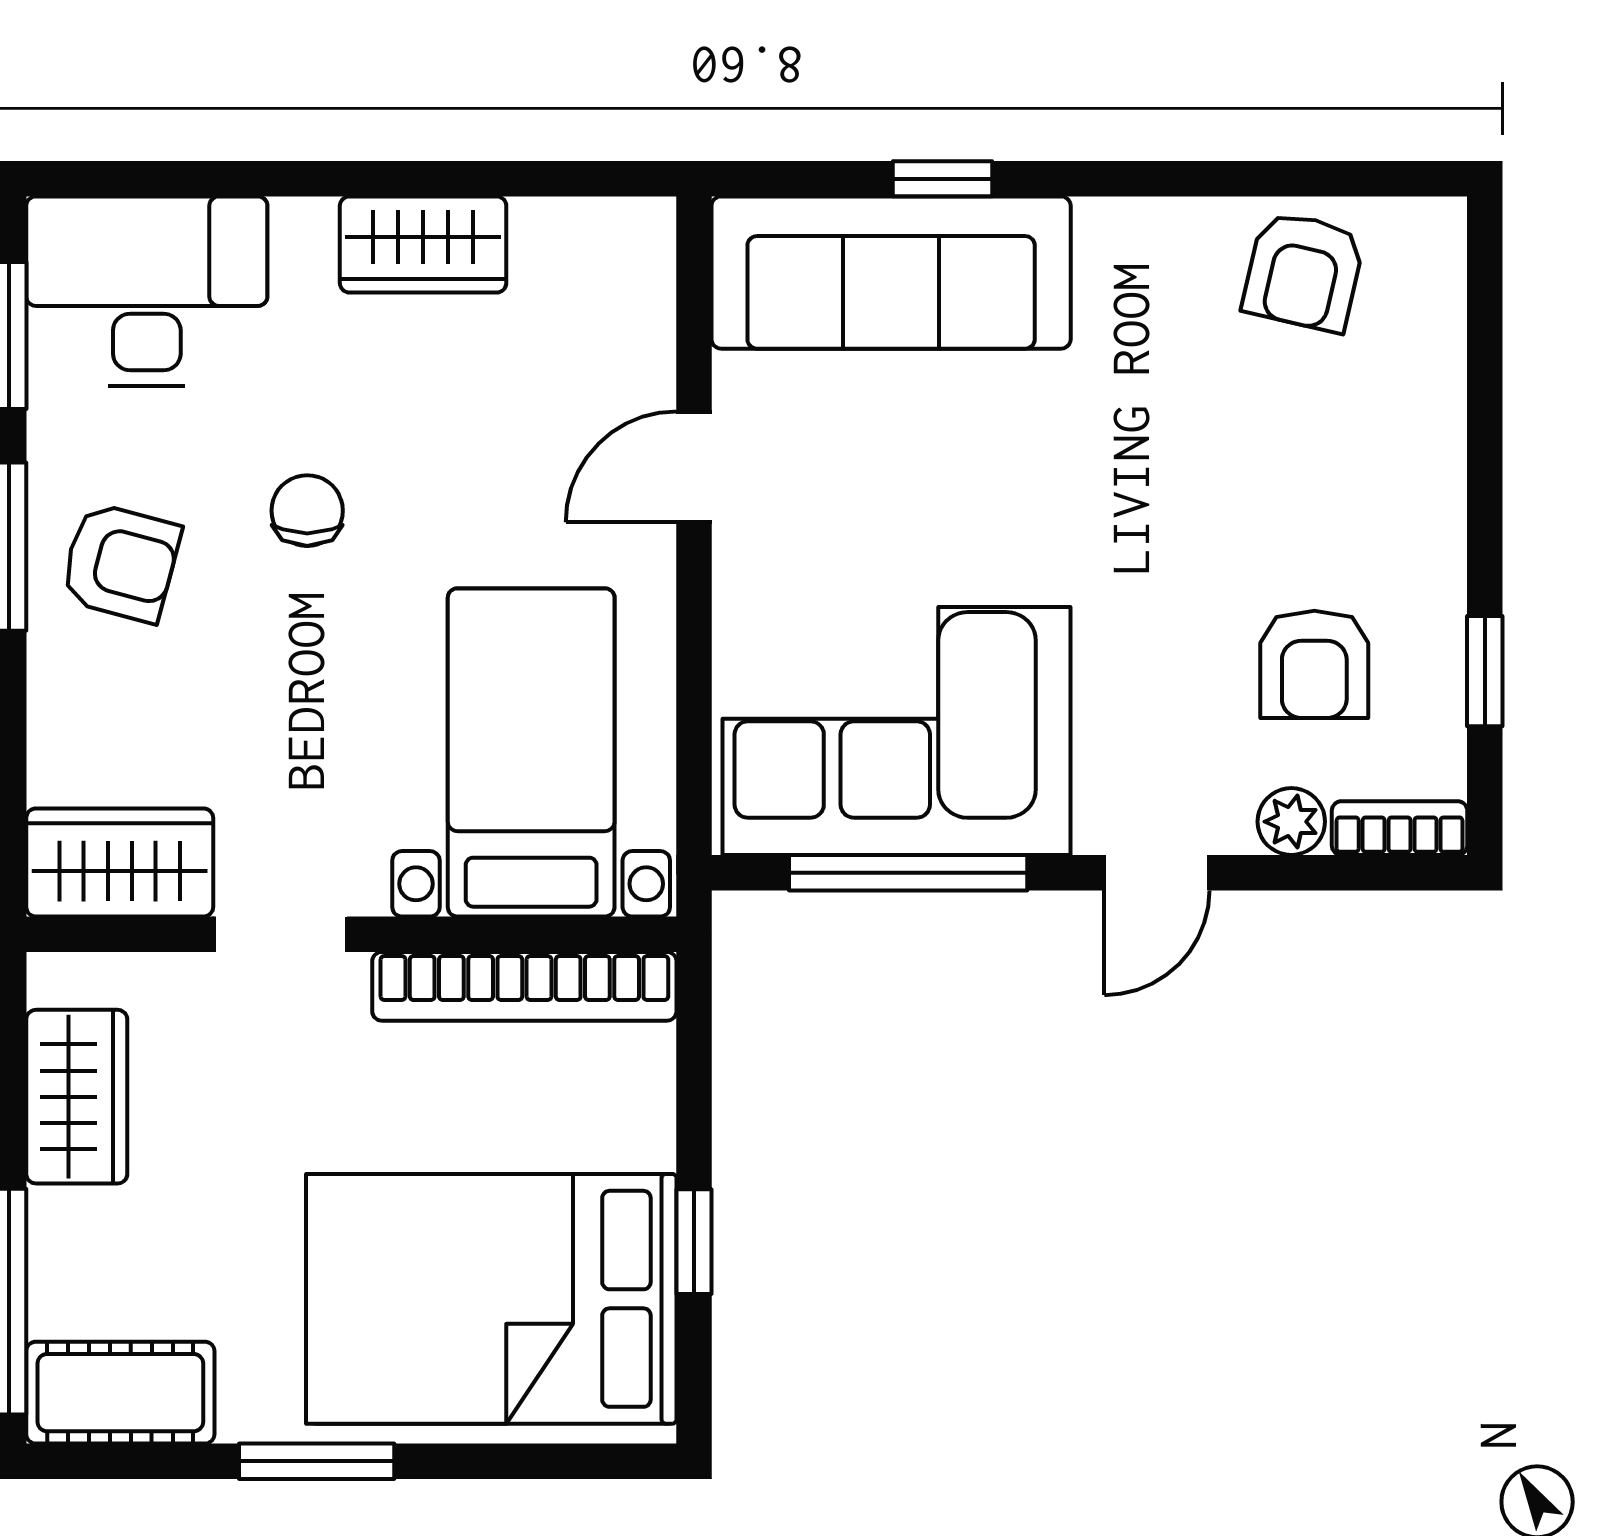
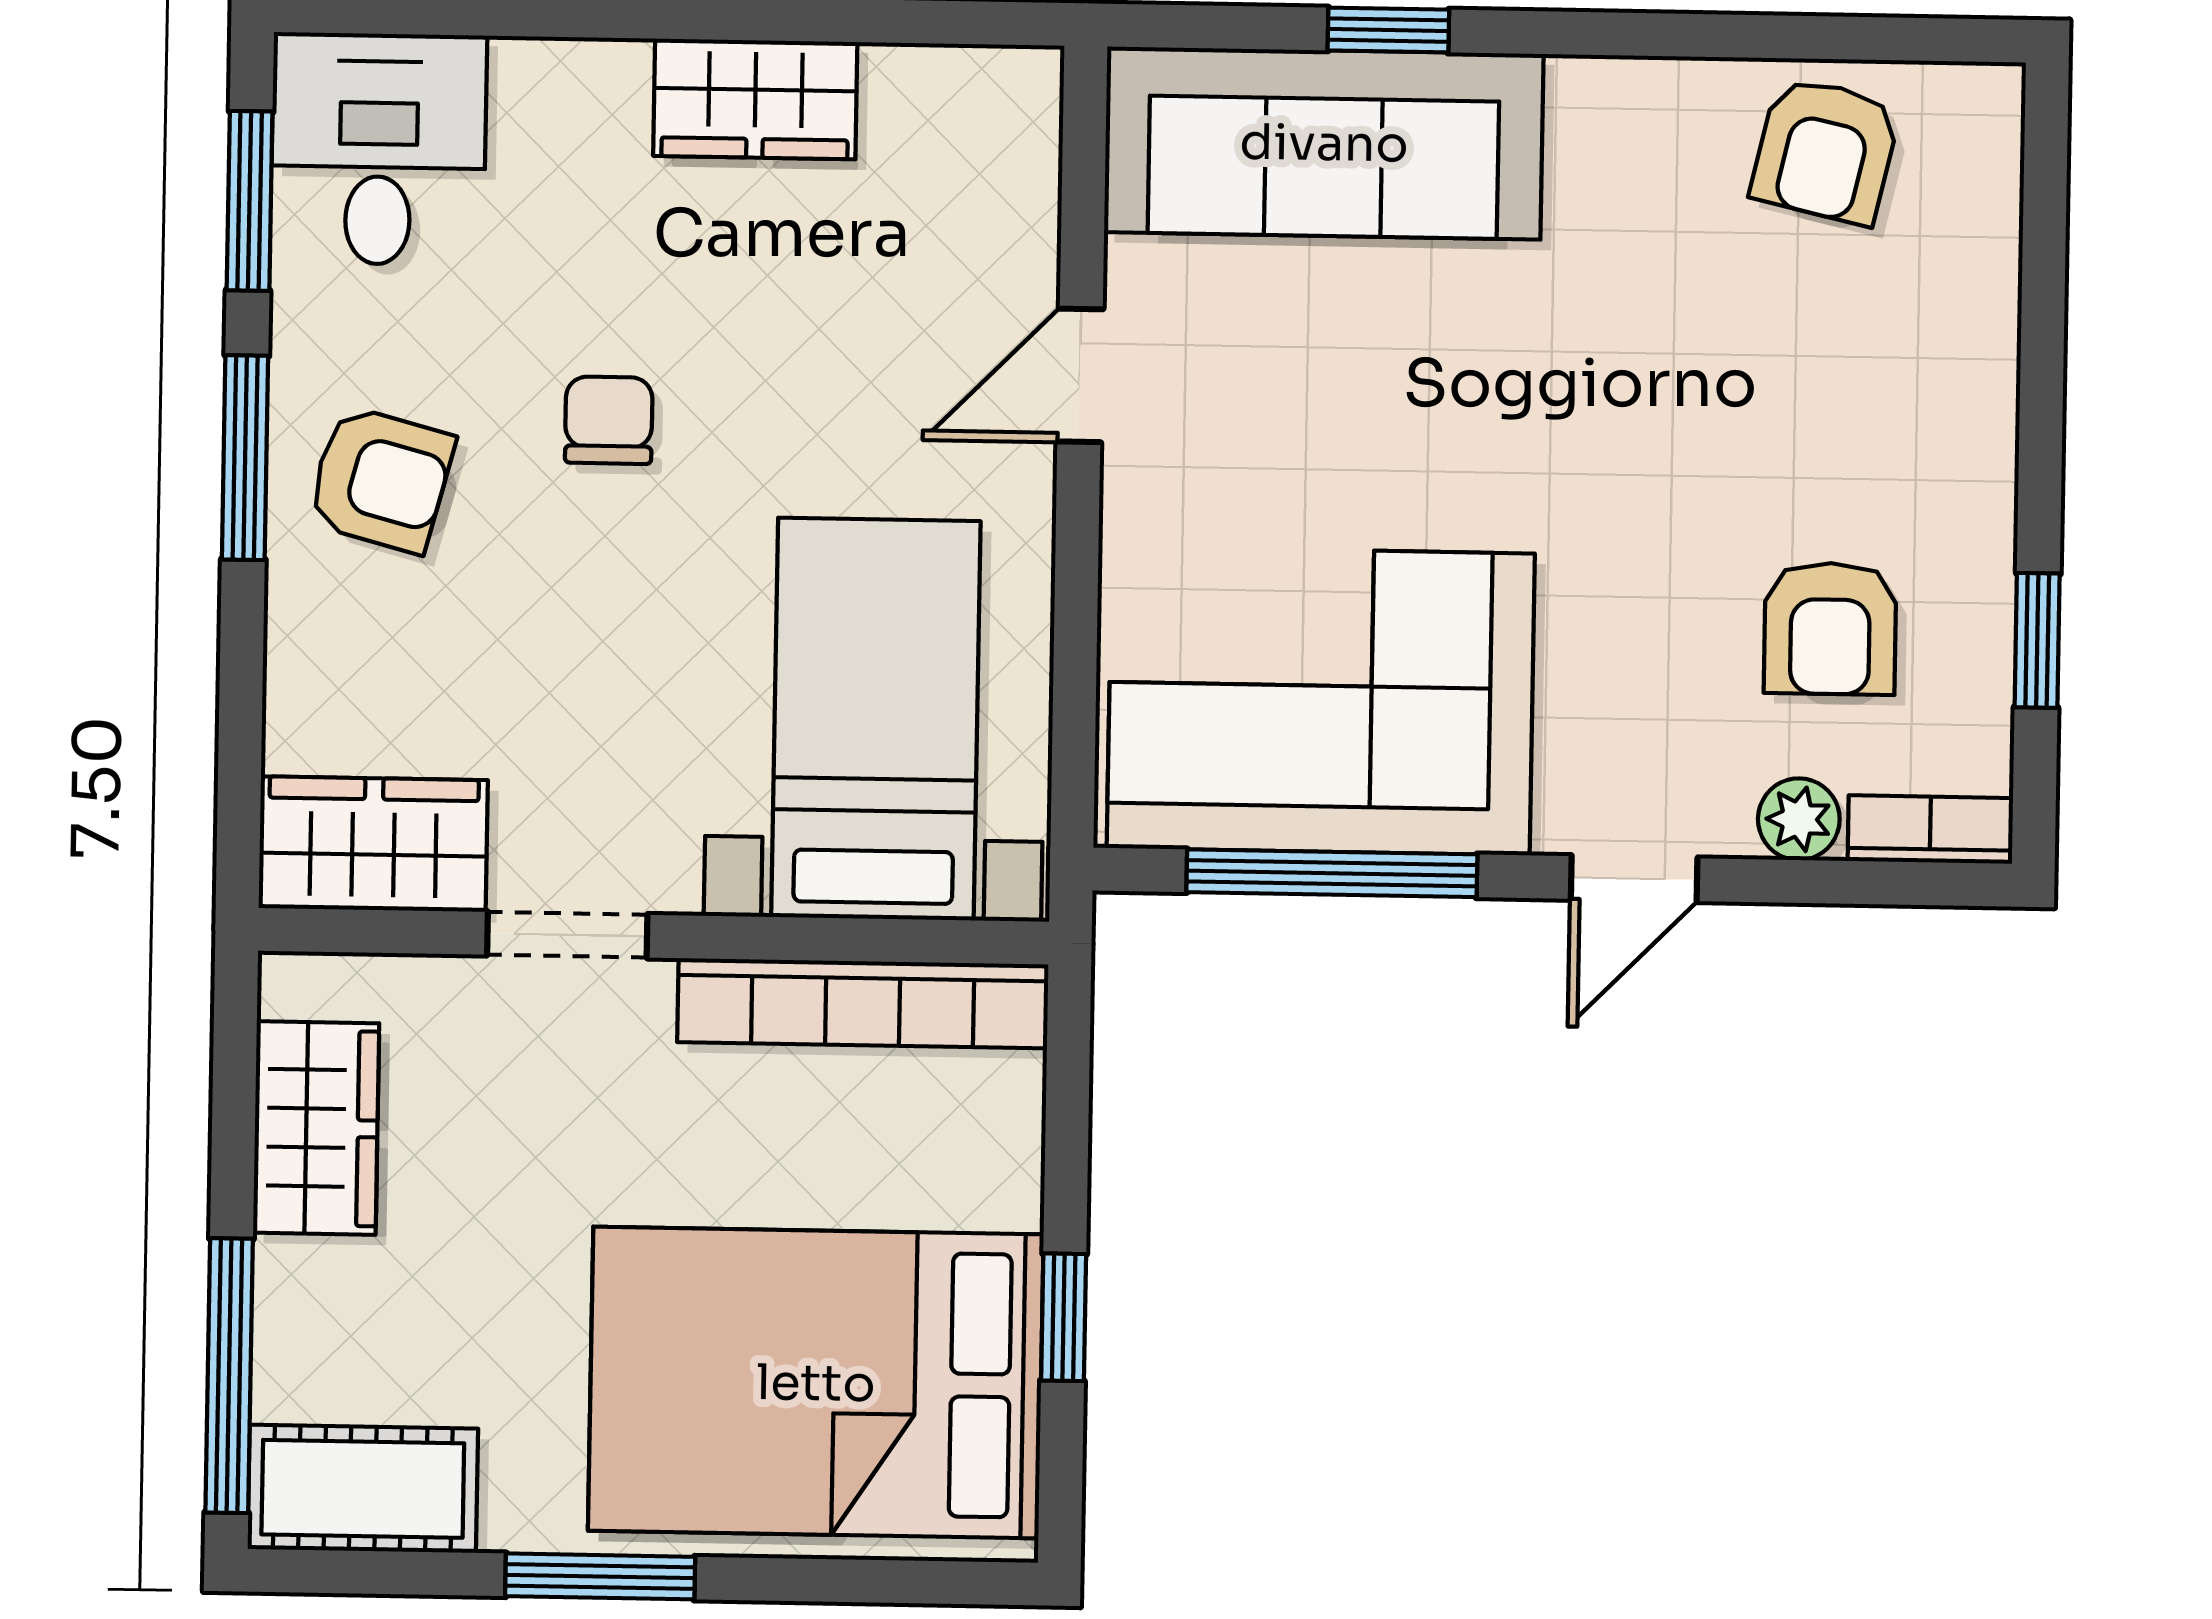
desk: (147, 291) -> (379, 149), width x0.73

